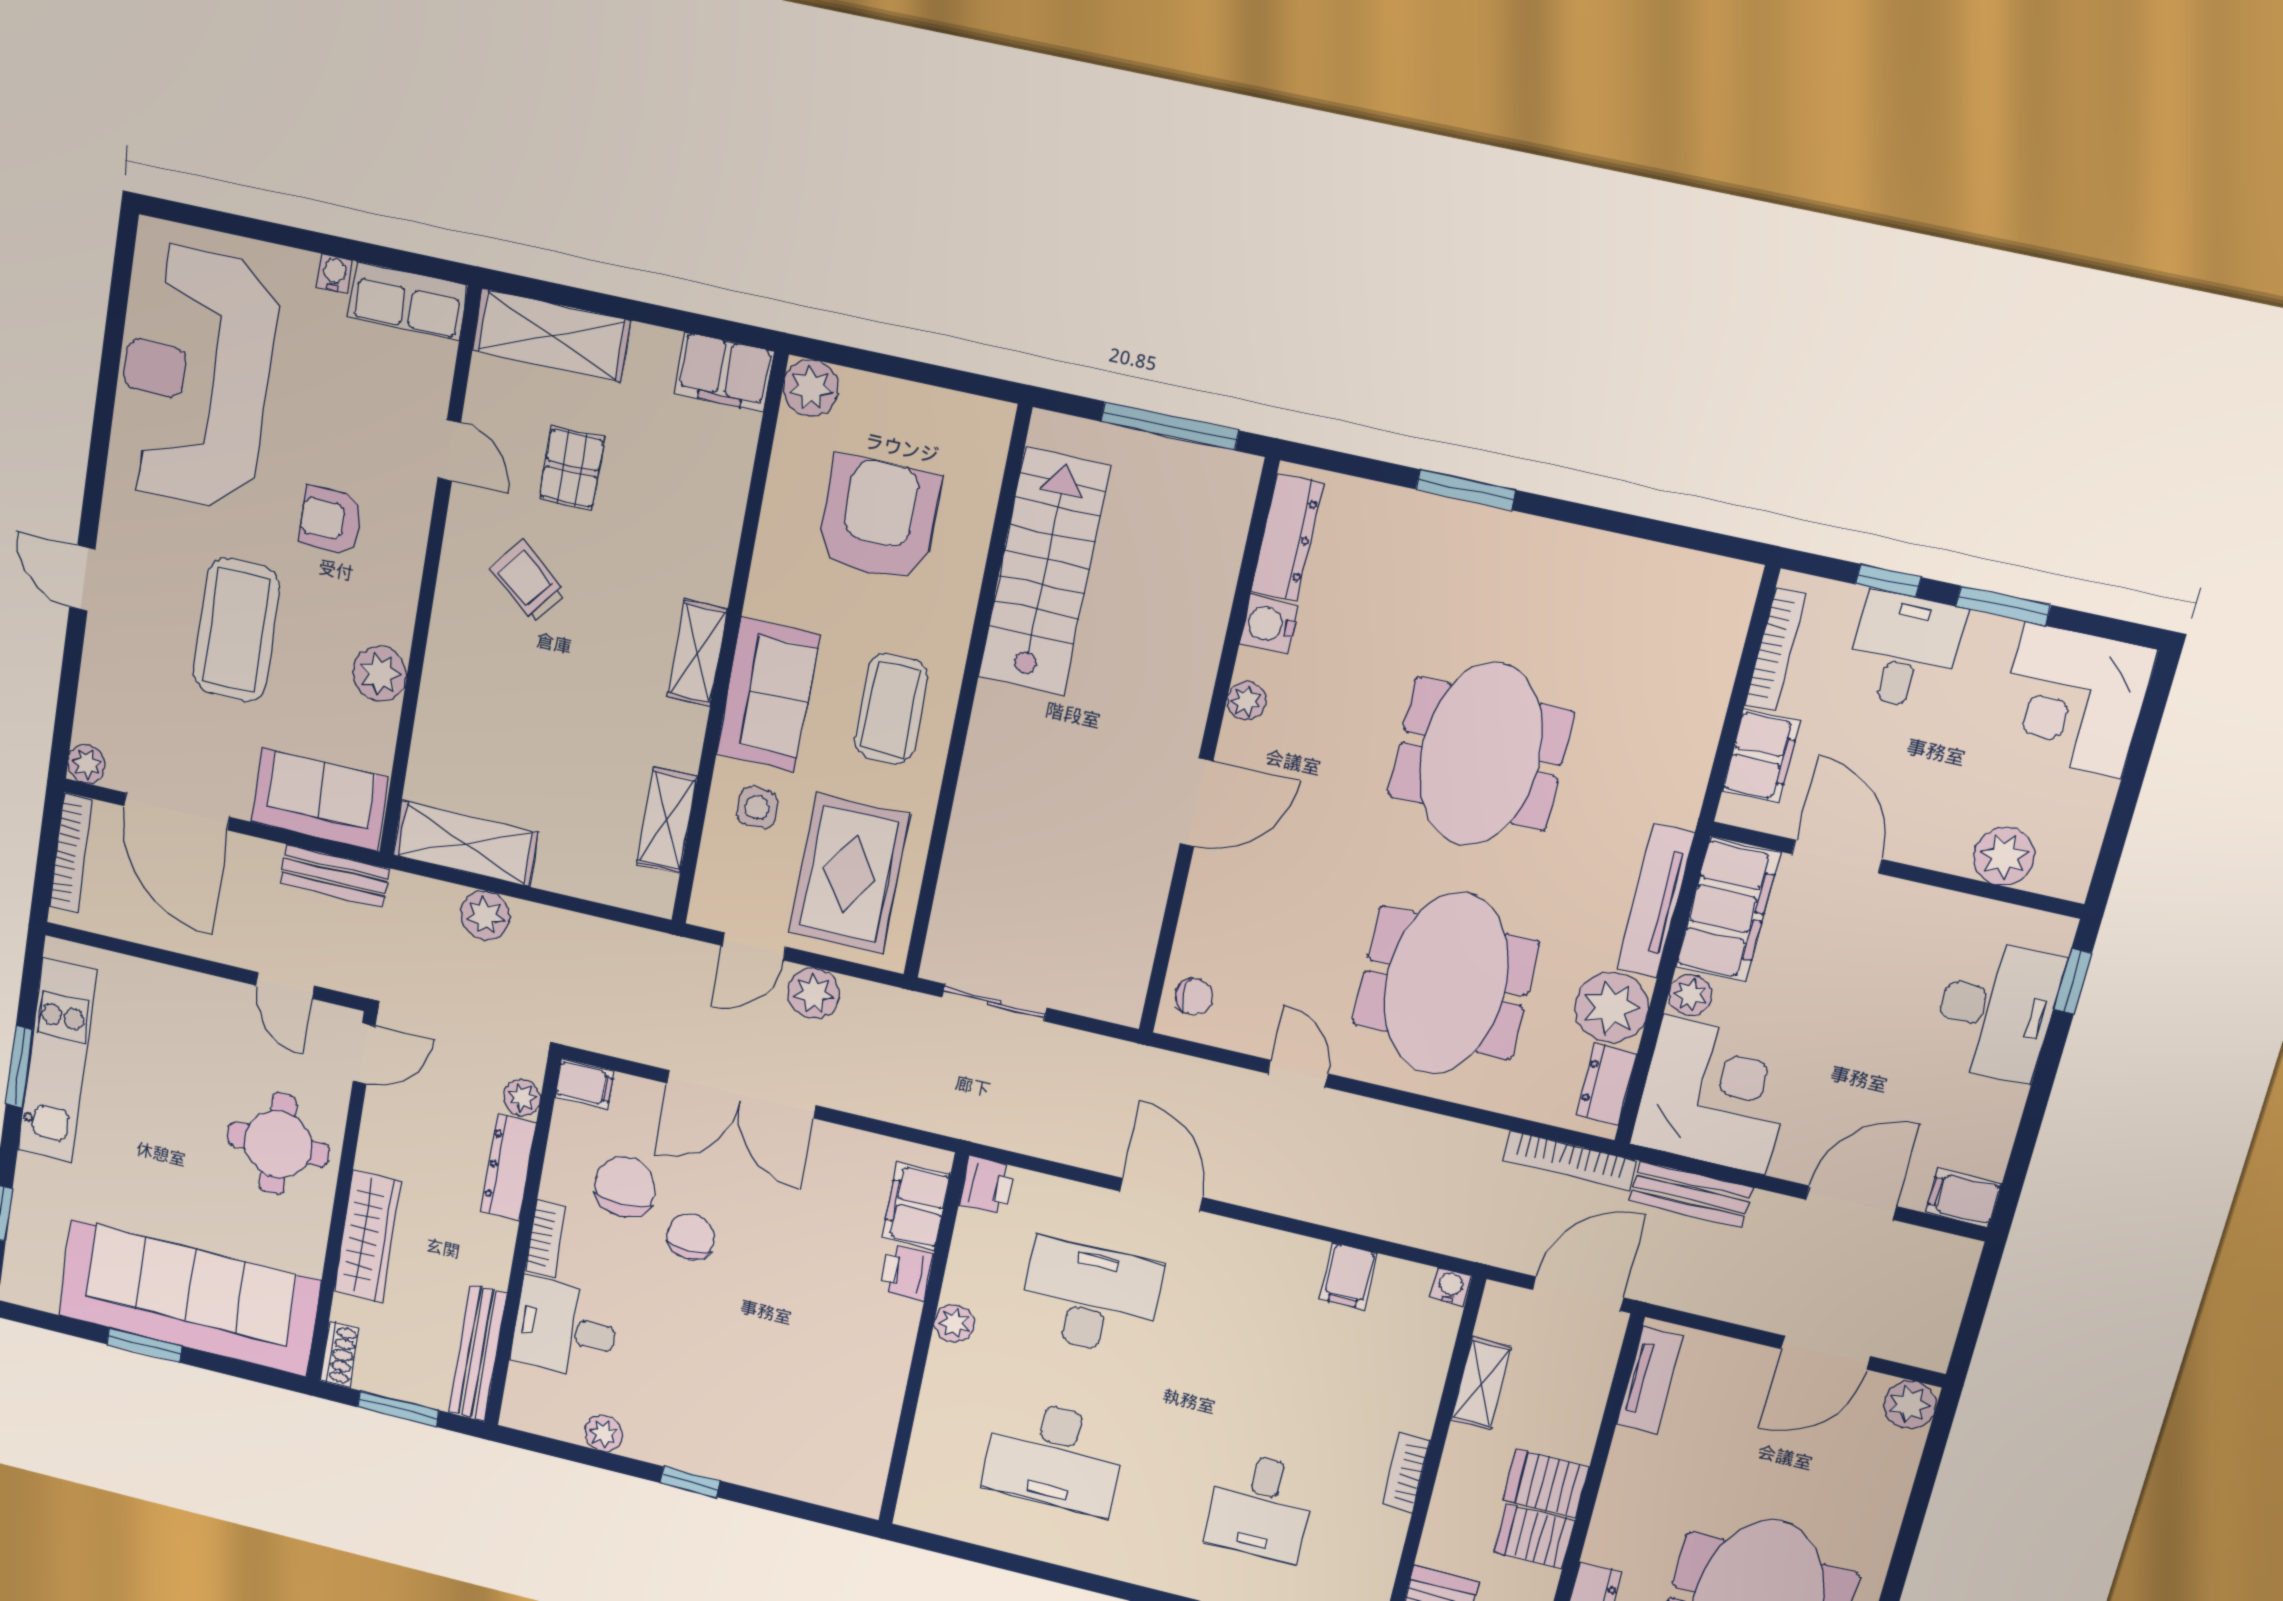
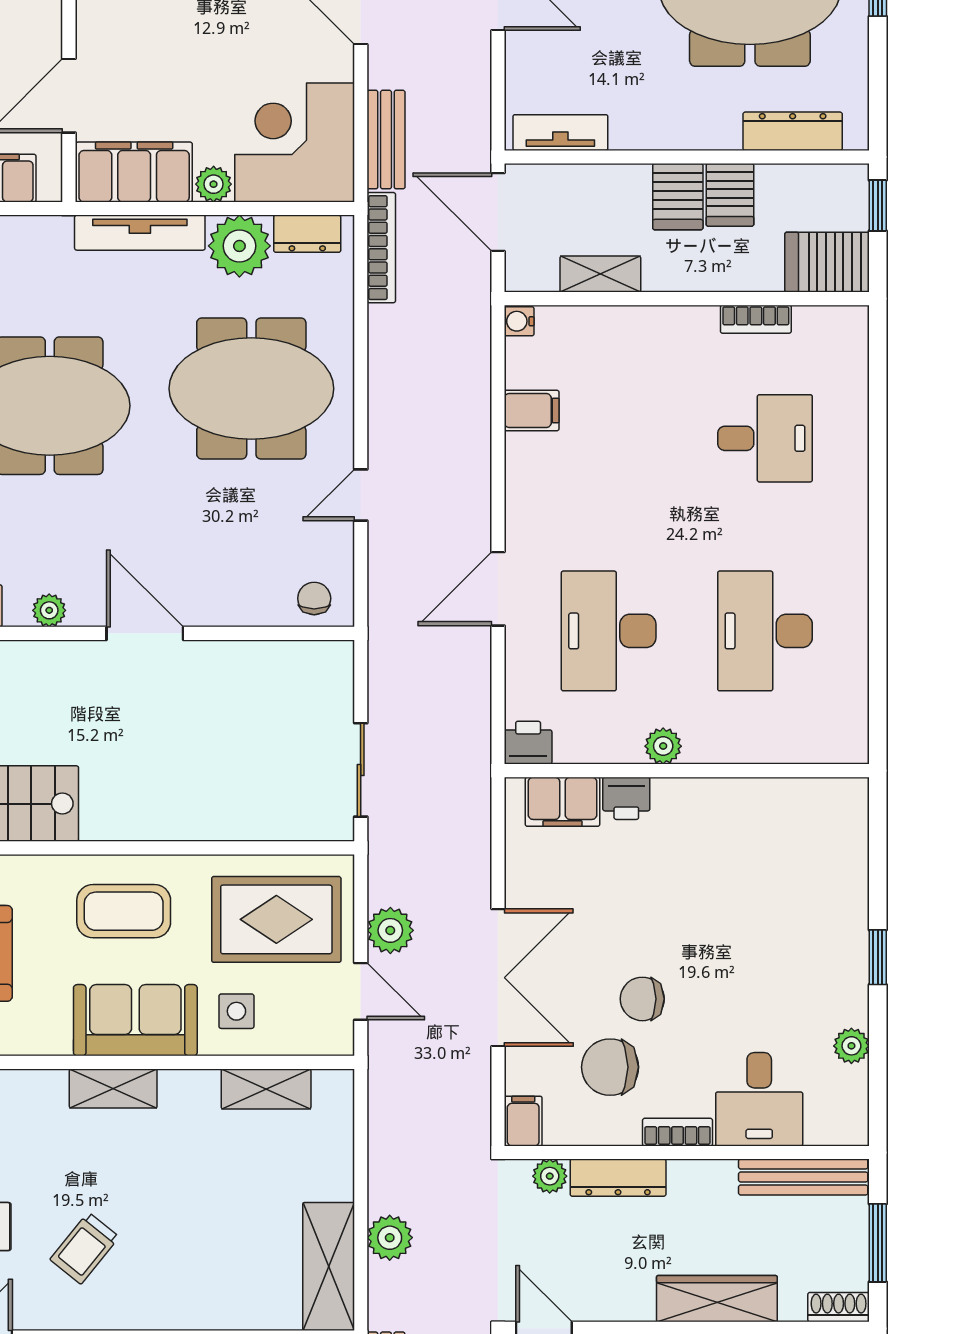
desk: (1055, 1456) -> (765, 631), turned 180
bookcase: (1406, 1473) -> (756, 319), moved

